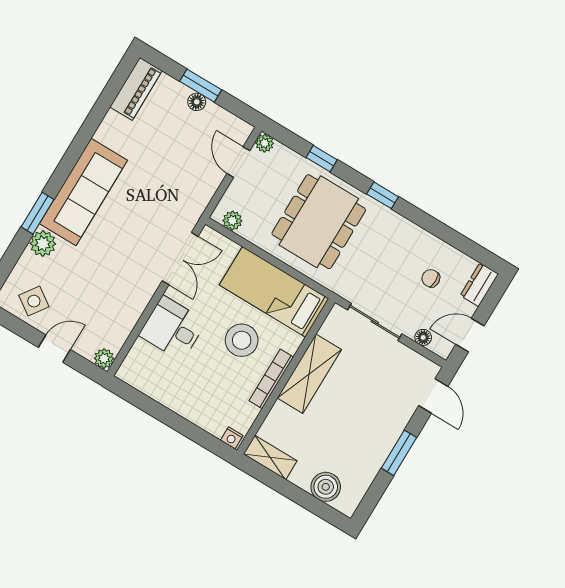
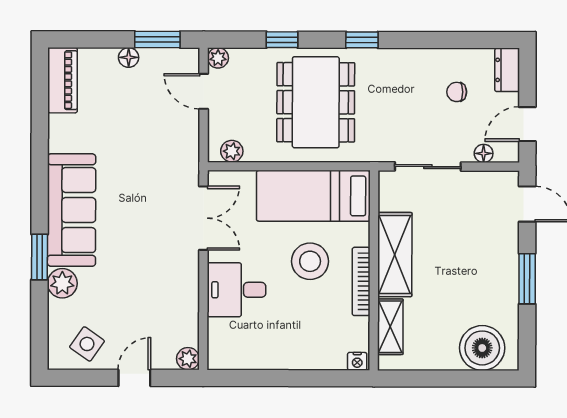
window: (201, 86) -> (157, 40), moved
shelving: (270, 457) -> (390, 327), moved, turned 90
boiler: (326, 487) -> (482, 348), width x1.37, depth x1.37

